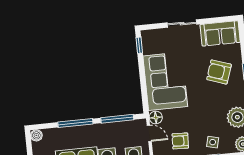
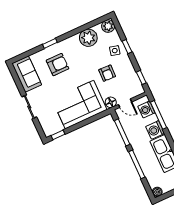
armchair: (219, 72) -> (58, 65), turned -109
door: (149, 133) -> (125, 103), swing flipped
armchair: (180, 141) -> (107, 73), moved

